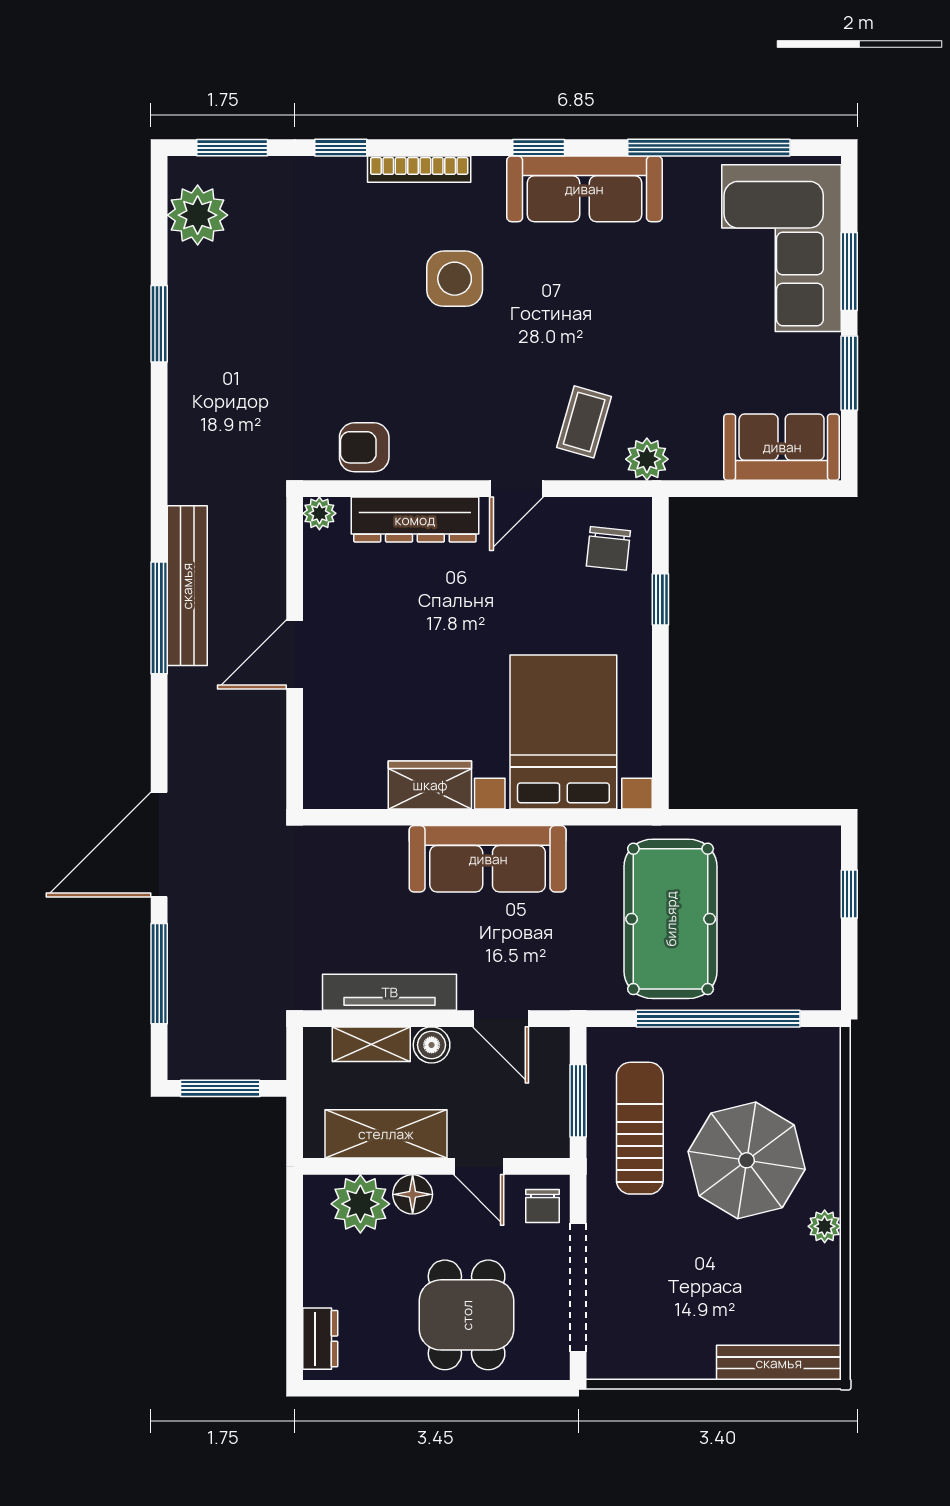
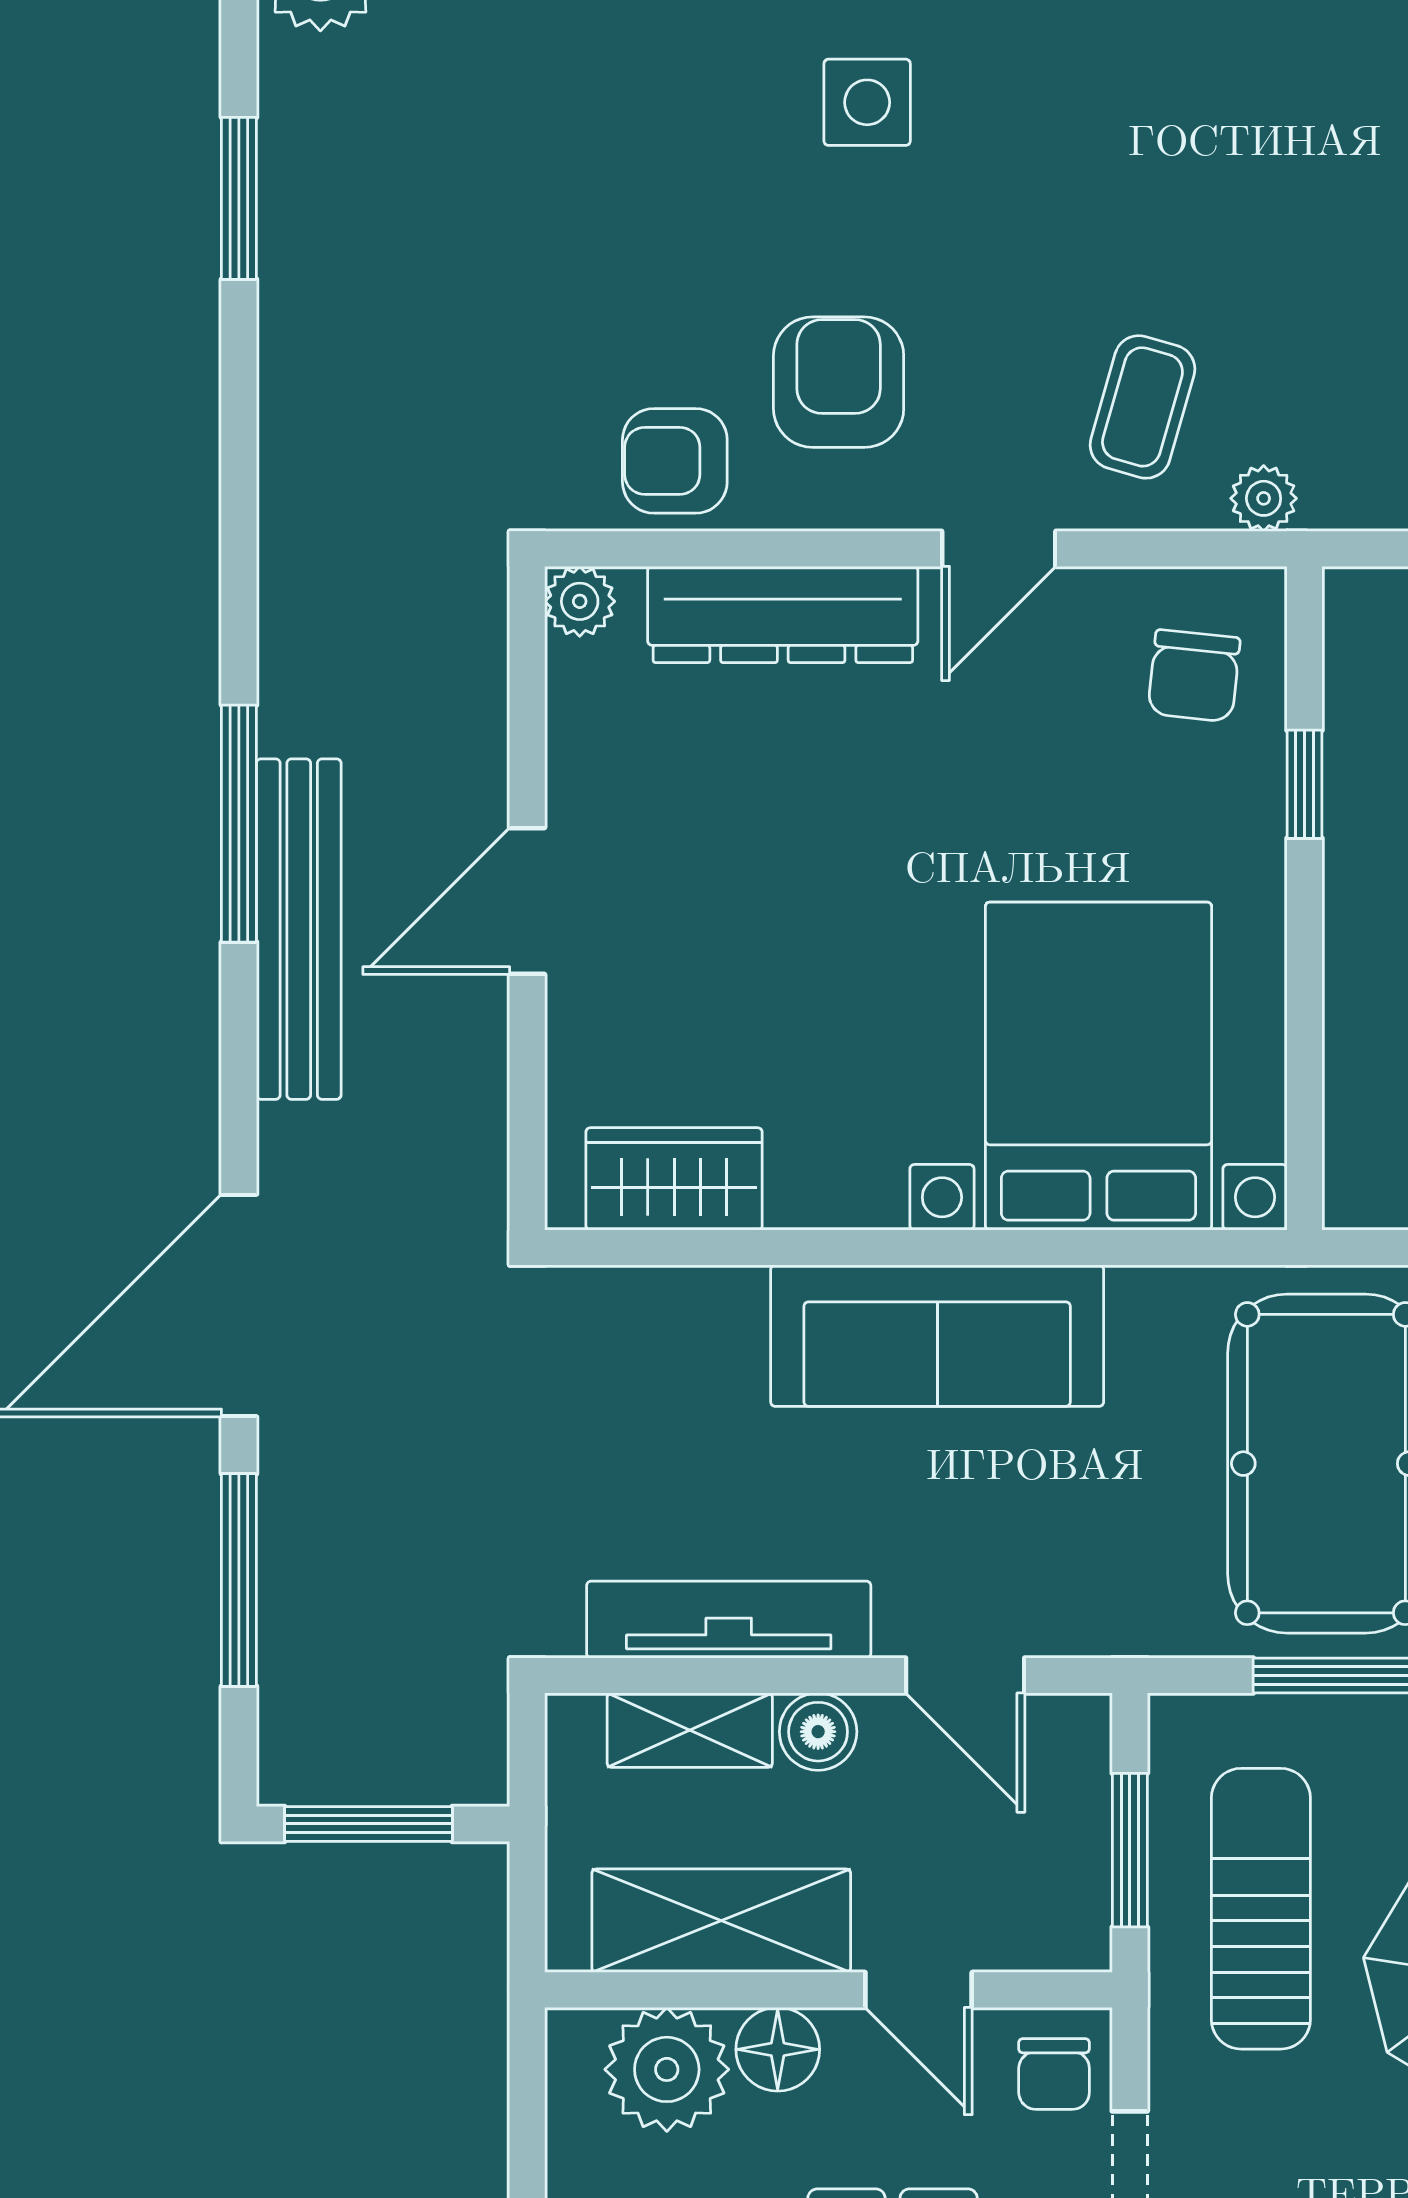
side table: (455, 279) -> (867, 102), width x0.73, depth x0.73
armchair: (441, 410) -> (839, 382), added
plant: (647, 459) -> (1264, 498), width x0.73, depth x0.73
bench: (187, 586) -> (299, 929), moved
wardrobe: (430, 785) -> (674, 1179), moved

